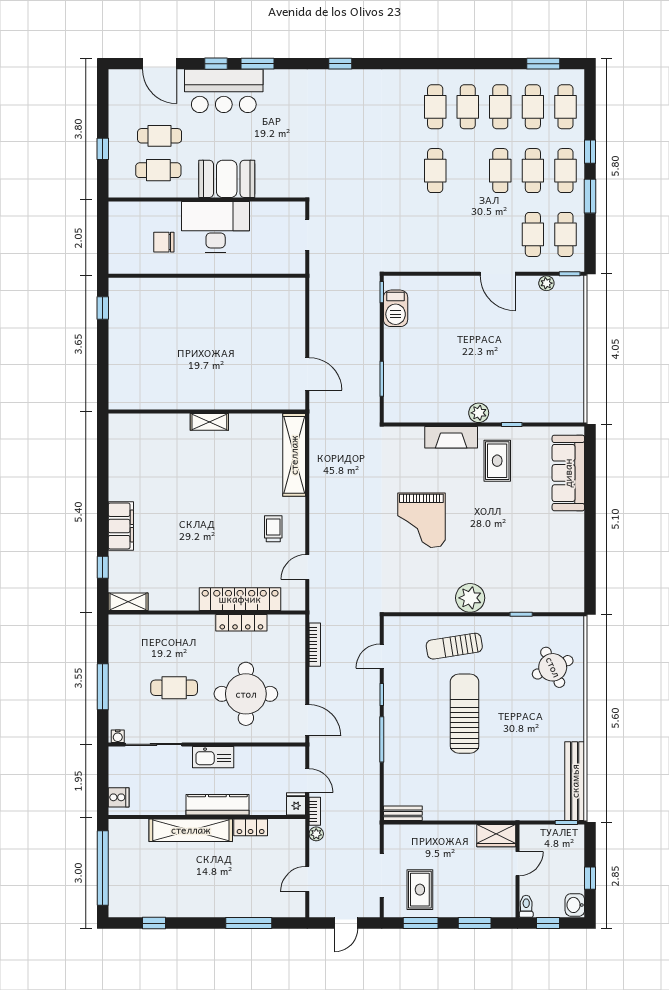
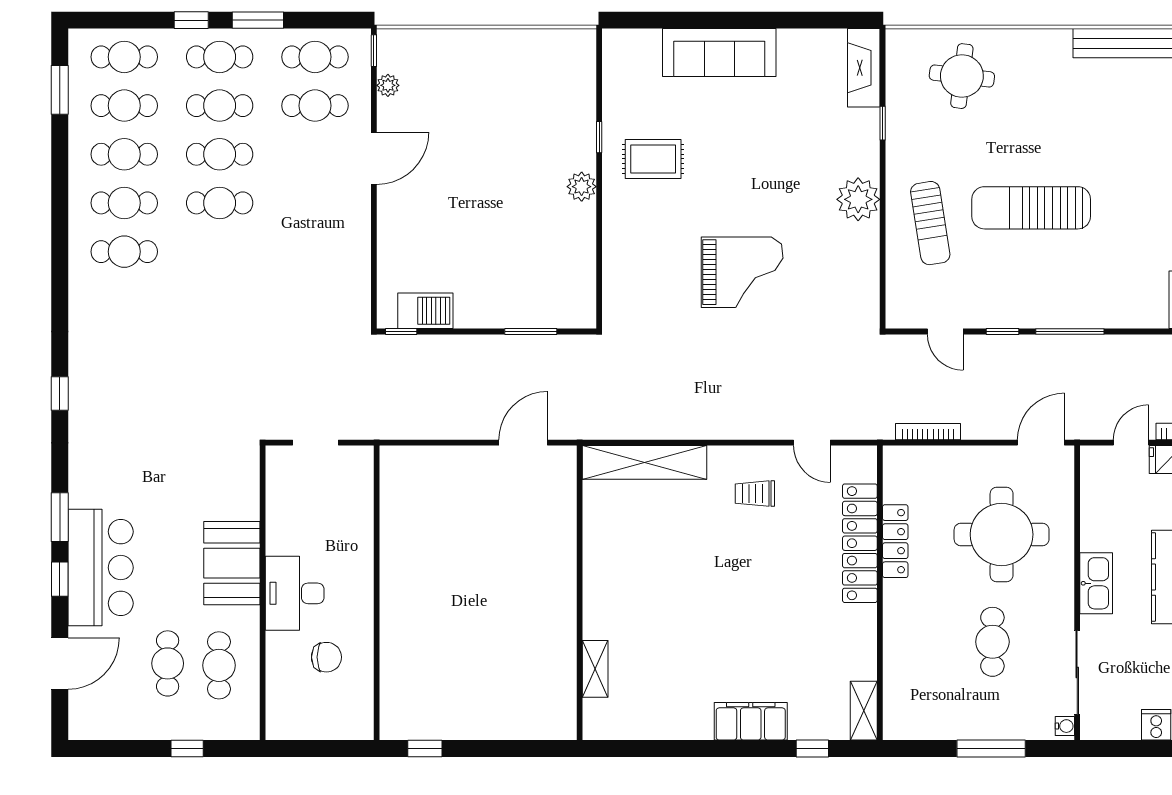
cafe table: (435, 171) -> (220, 203), moved
desk: (216, 227) -> (295, 593), width x0.73, depth x0.77
chair: (164, 242) -> (326, 657), turned -90
shelving: (209, 422) -> (595, 669), moved
fireplace: (451, 437) -> (864, 68), moved, turned 180
sofa: (568, 473) -> (719, 53), moved
round table: (553, 667) -> (962, 76), turned 31

